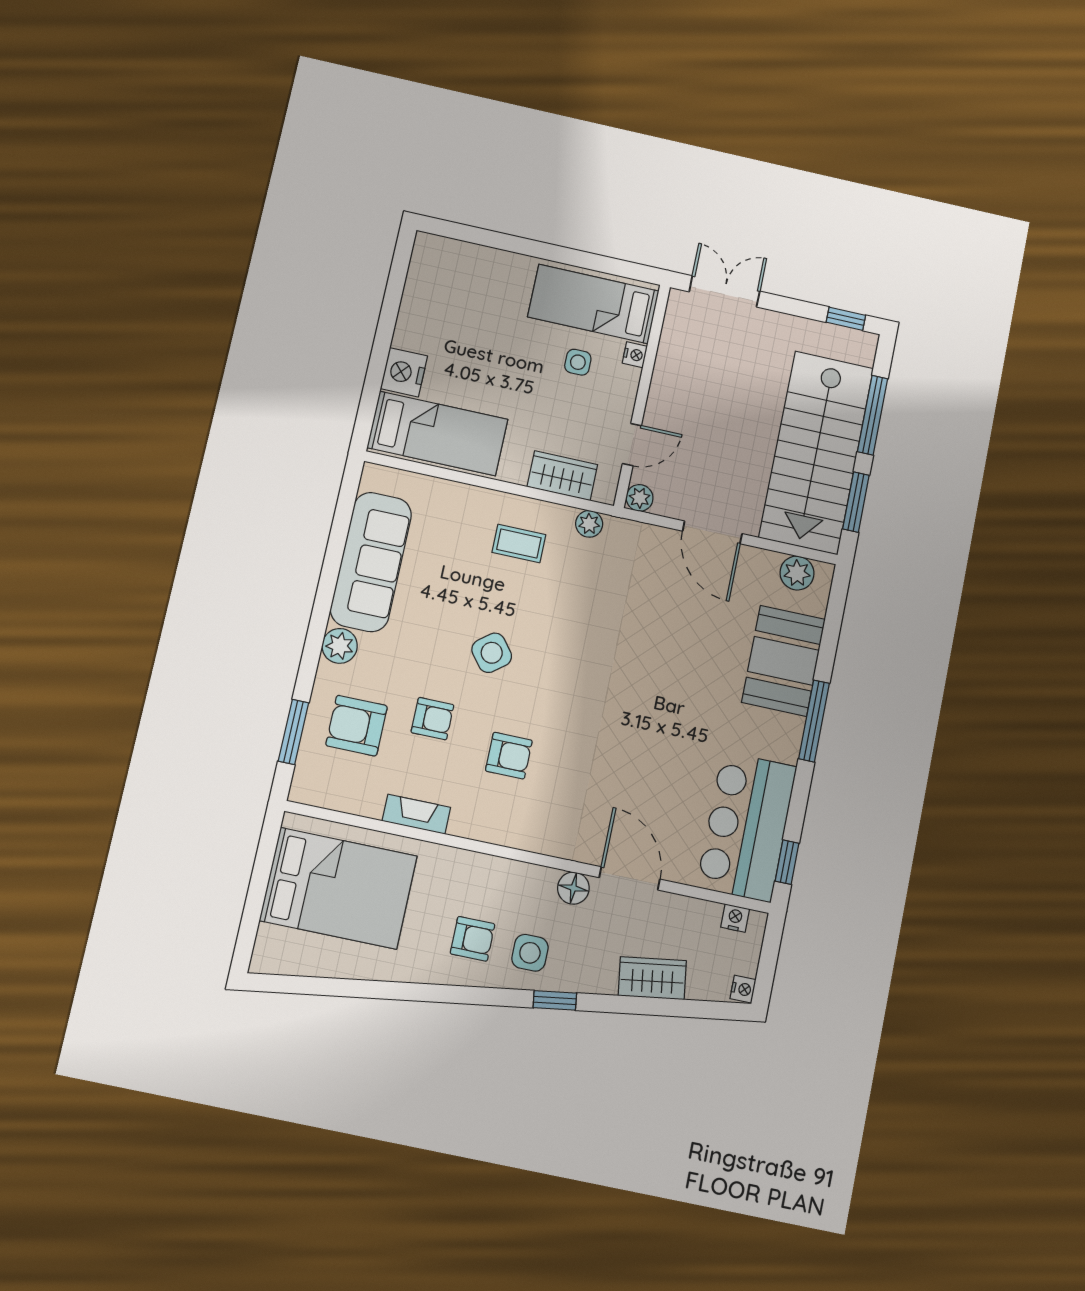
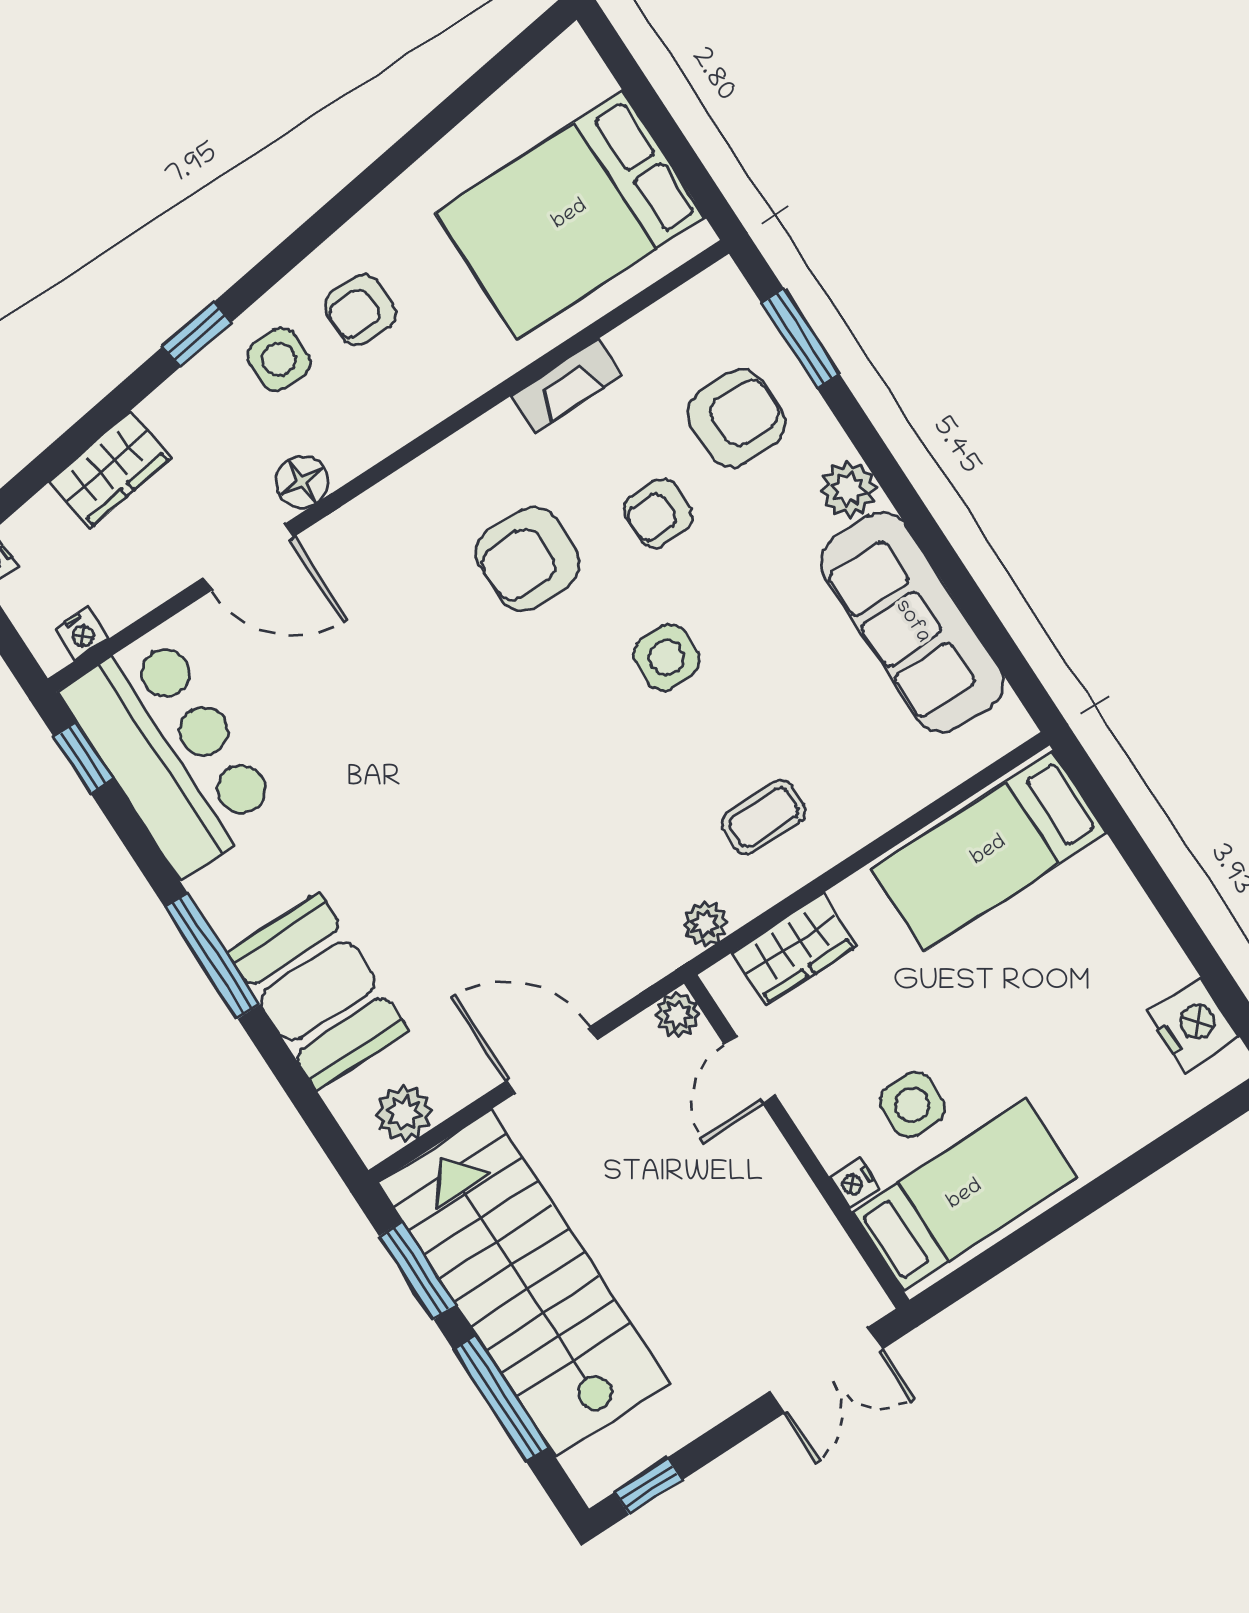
side table: (578, 362) -> (912, 1105), width x1.37, depth x1.37
nightstand: (404, 372) -> (1193, 1025), moved
side table: (492, 653) -> (667, 657), turned 38
armchair: (509, 756) -> (528, 559), width x1.38, depth x1.38

